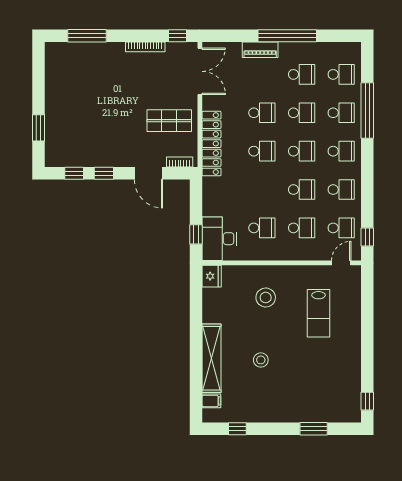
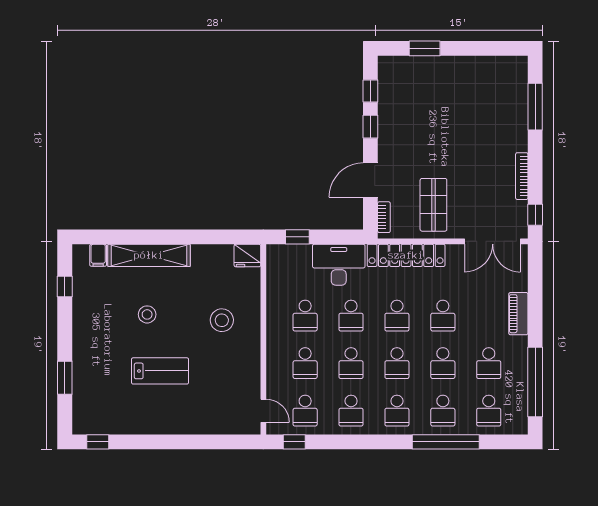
window: (287, 36) -> (535, 382), moved
school desk: (262, 190) -> (351, 316), added
desk: (219, 239) -> (339, 265), moved
lab bench: (318, 313) -> (160, 371), moved, turned 180

